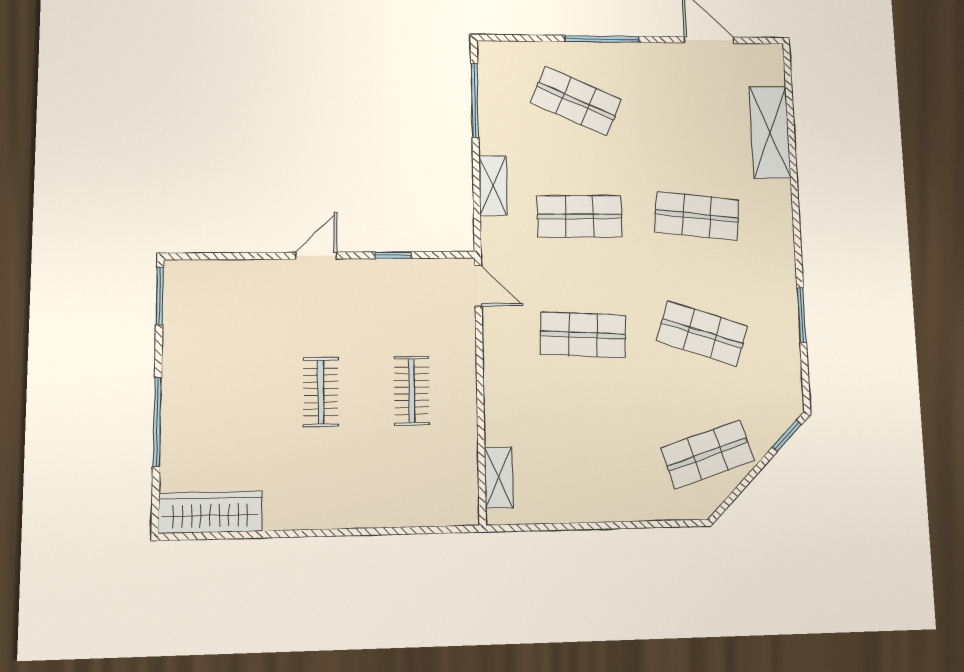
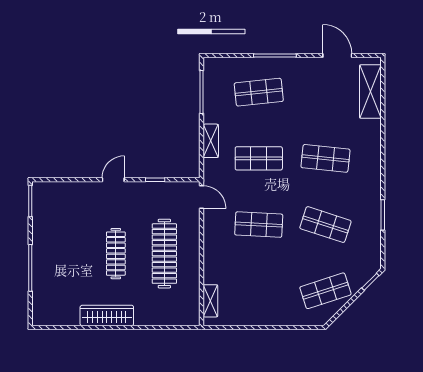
shop shelf: (576, 101) -> (259, 92), turned -30
shelving: (770, 132) -> (370, 92), moved
clothes rail: (412, 391) -> (164, 254), width x1.86, depth x1.31
clothes rail: (321, 392) -> (116, 254), width x1.36
wardrobe: (210, 512) -> (107, 315), moved

